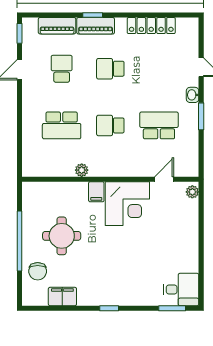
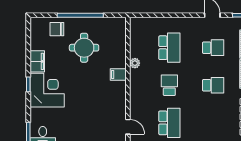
school desk: (110, 69) -> (213, 85), turned 90
school desk: (62, 125) -> (169, 48), turned 180
corner desk: (127, 204) -> (47, 90), moved, turned 180
filing cabinet: (62, 297) -> (37, 61), moved

